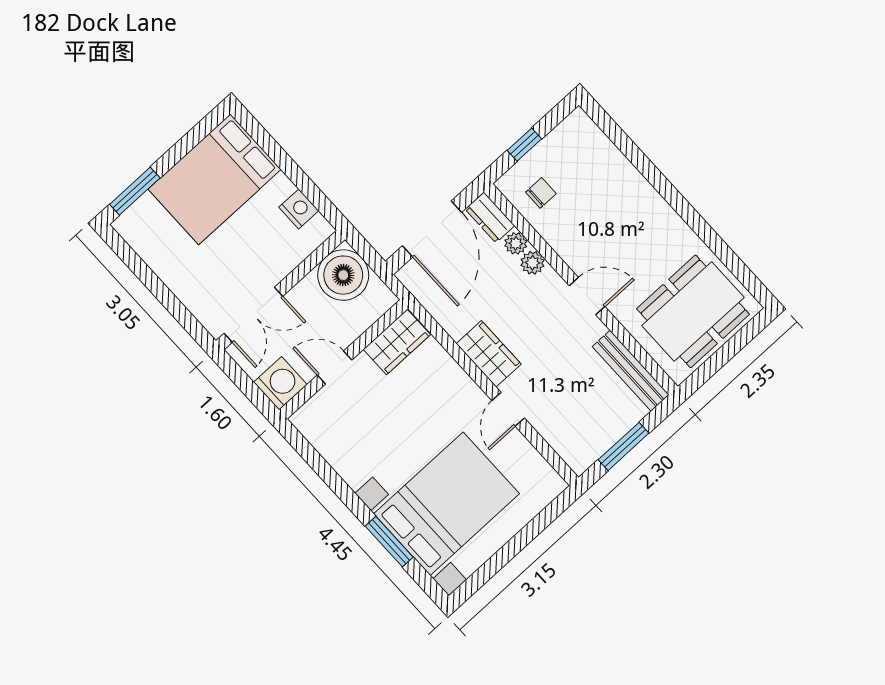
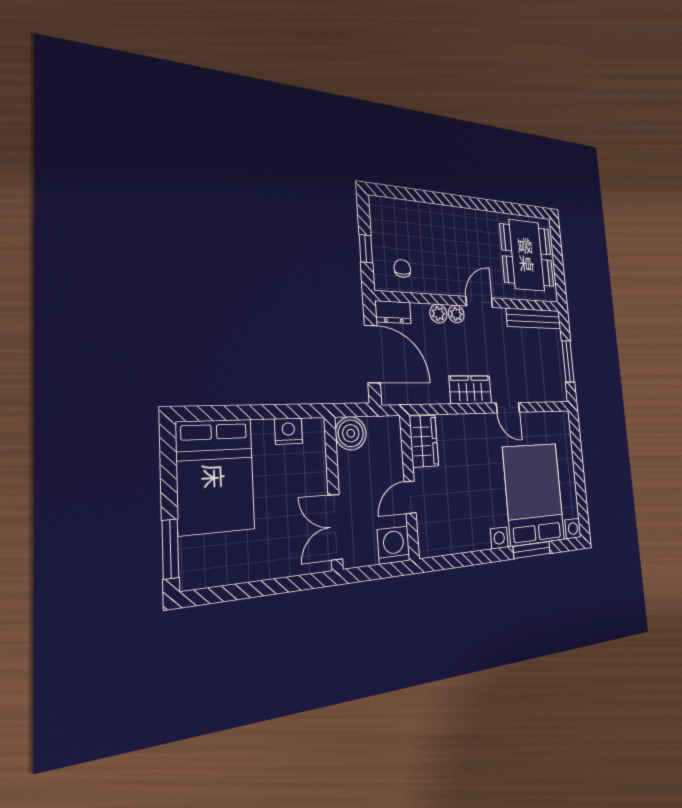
plant: (516, 243) -> (456, 314), moved
boiler: (343, 275) -> (351, 433), width x0.73, depth x0.73
double door: (253, 315) -> (335, 527), swing flipped

